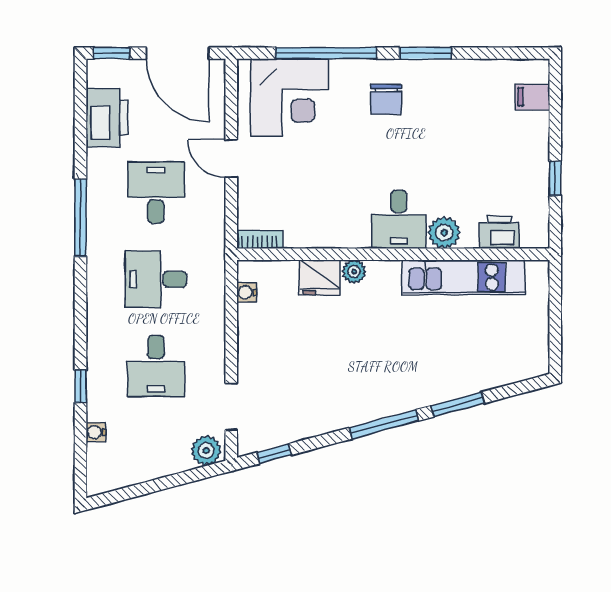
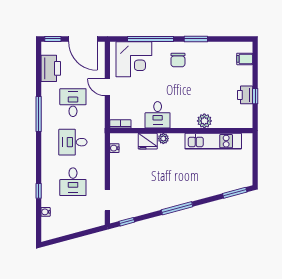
desk: (399, 219) -> (158, 115), moved
printer: (499, 232) -> (245, 95), moved, turned -90
window: (458, 404) -> (235, 193), moved
plant: (206, 451) -> (96, 220), removed

